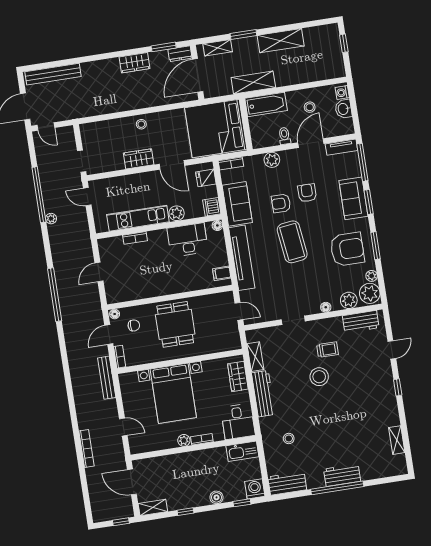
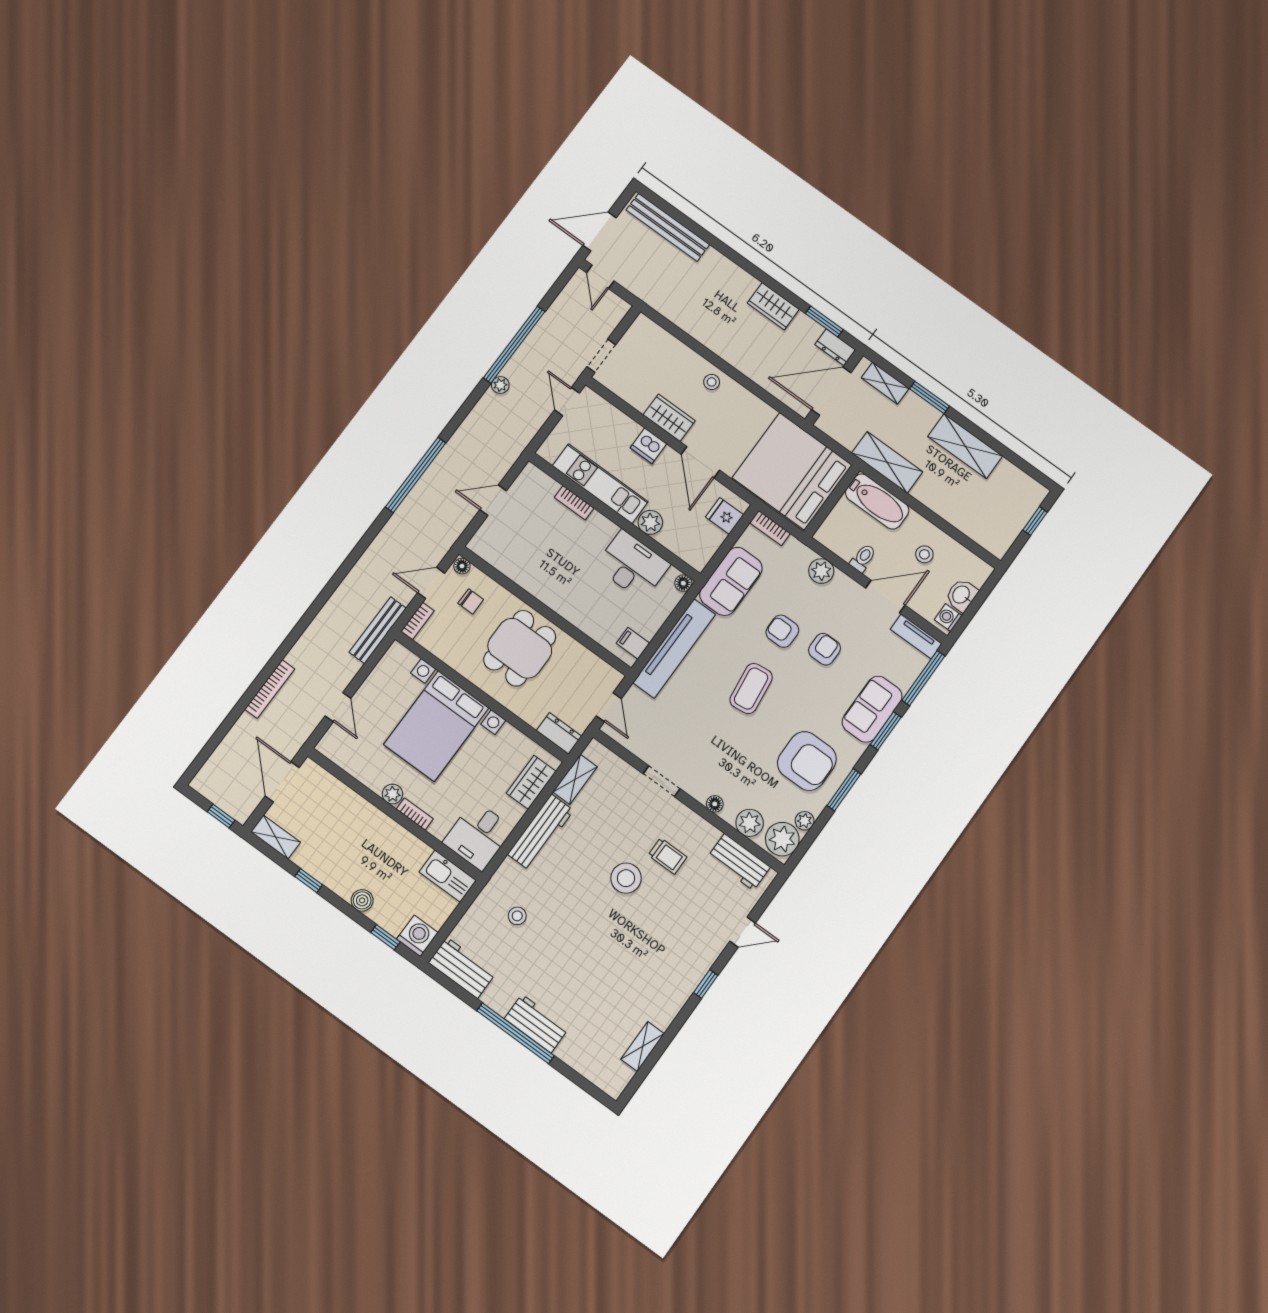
washing machine: (342, 93) -> (948, 618), moved
dishwasher: (212, 207) -> (648, 446), moved, turned -90
coffee table: (292, 242) -> (751, 689), width x0.73, depth x0.76
dresser: (229, 344) -> (559, 733), added

